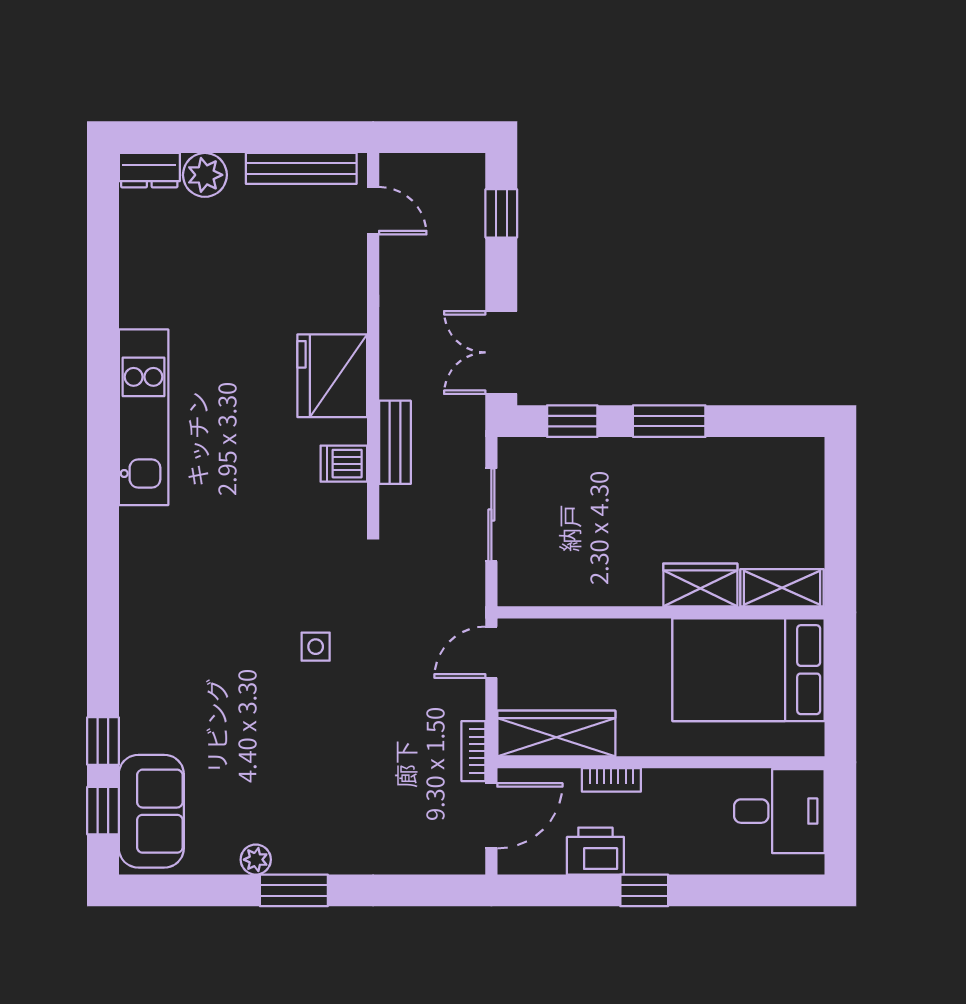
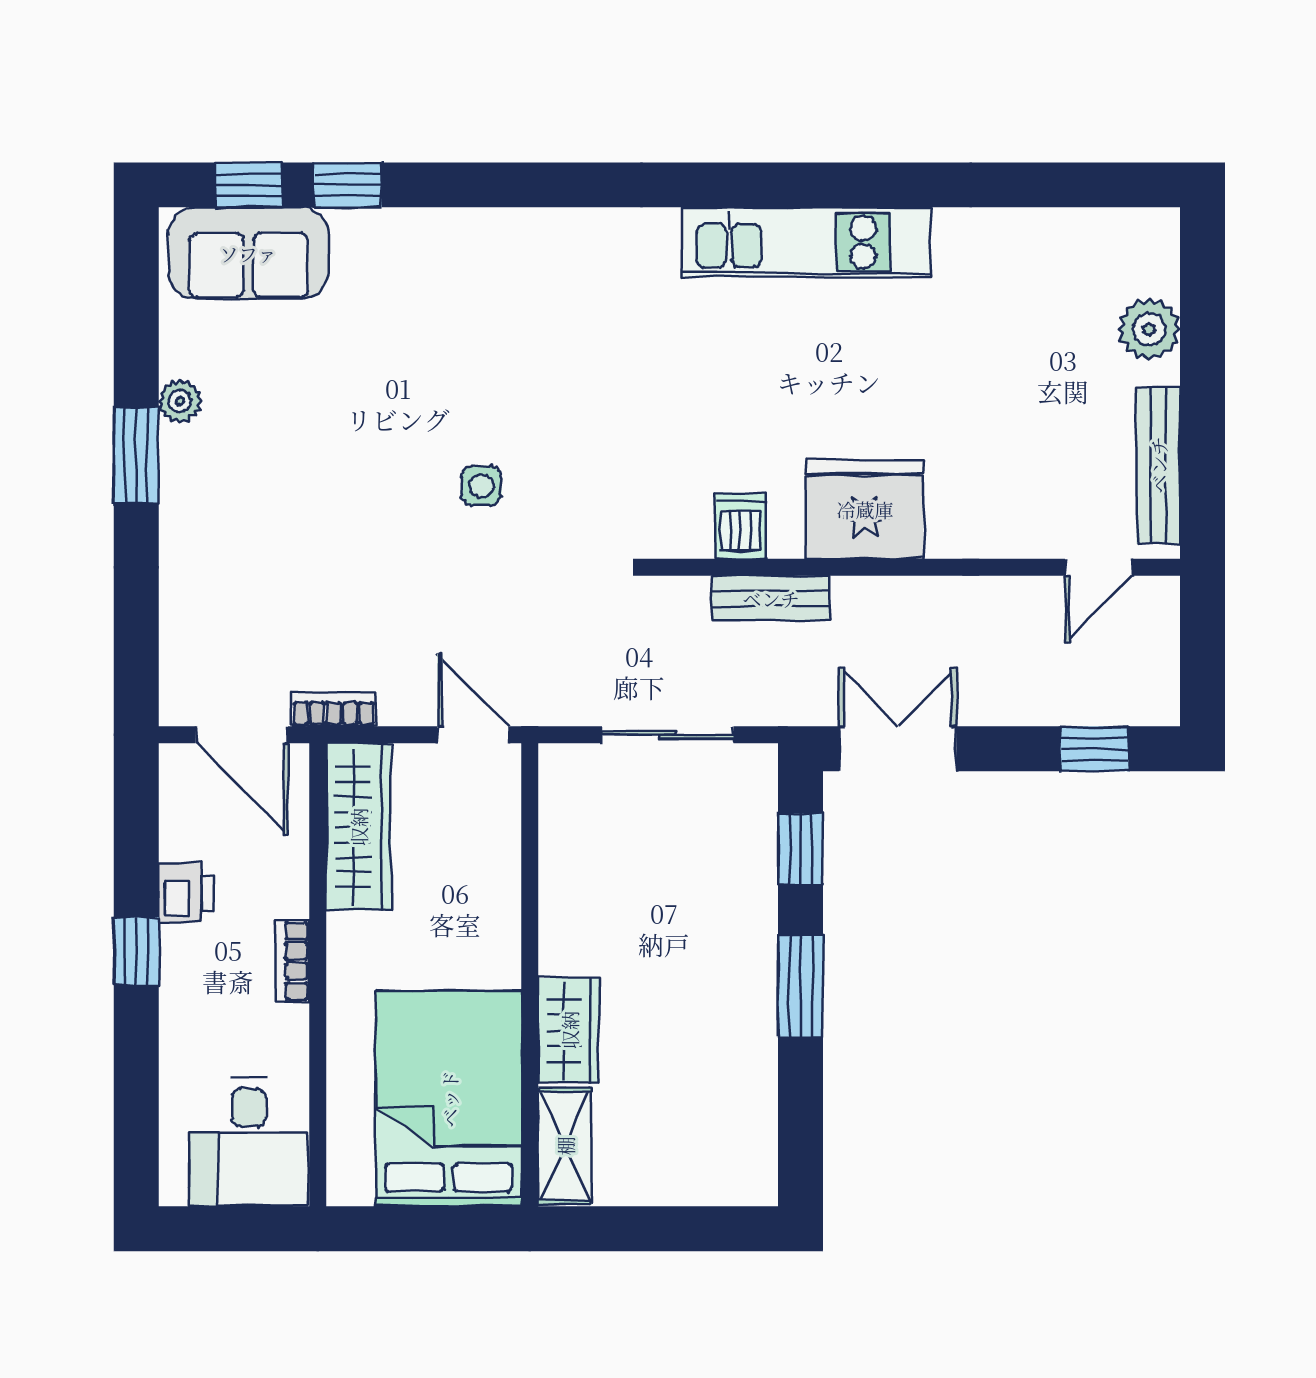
dresser: (149, 170) -> (1156, 250), removed
bookcase: (611, 780) -> (293, 961), moved
printer: (595, 851) -> (185, 893), width x0.73, depth x0.81

